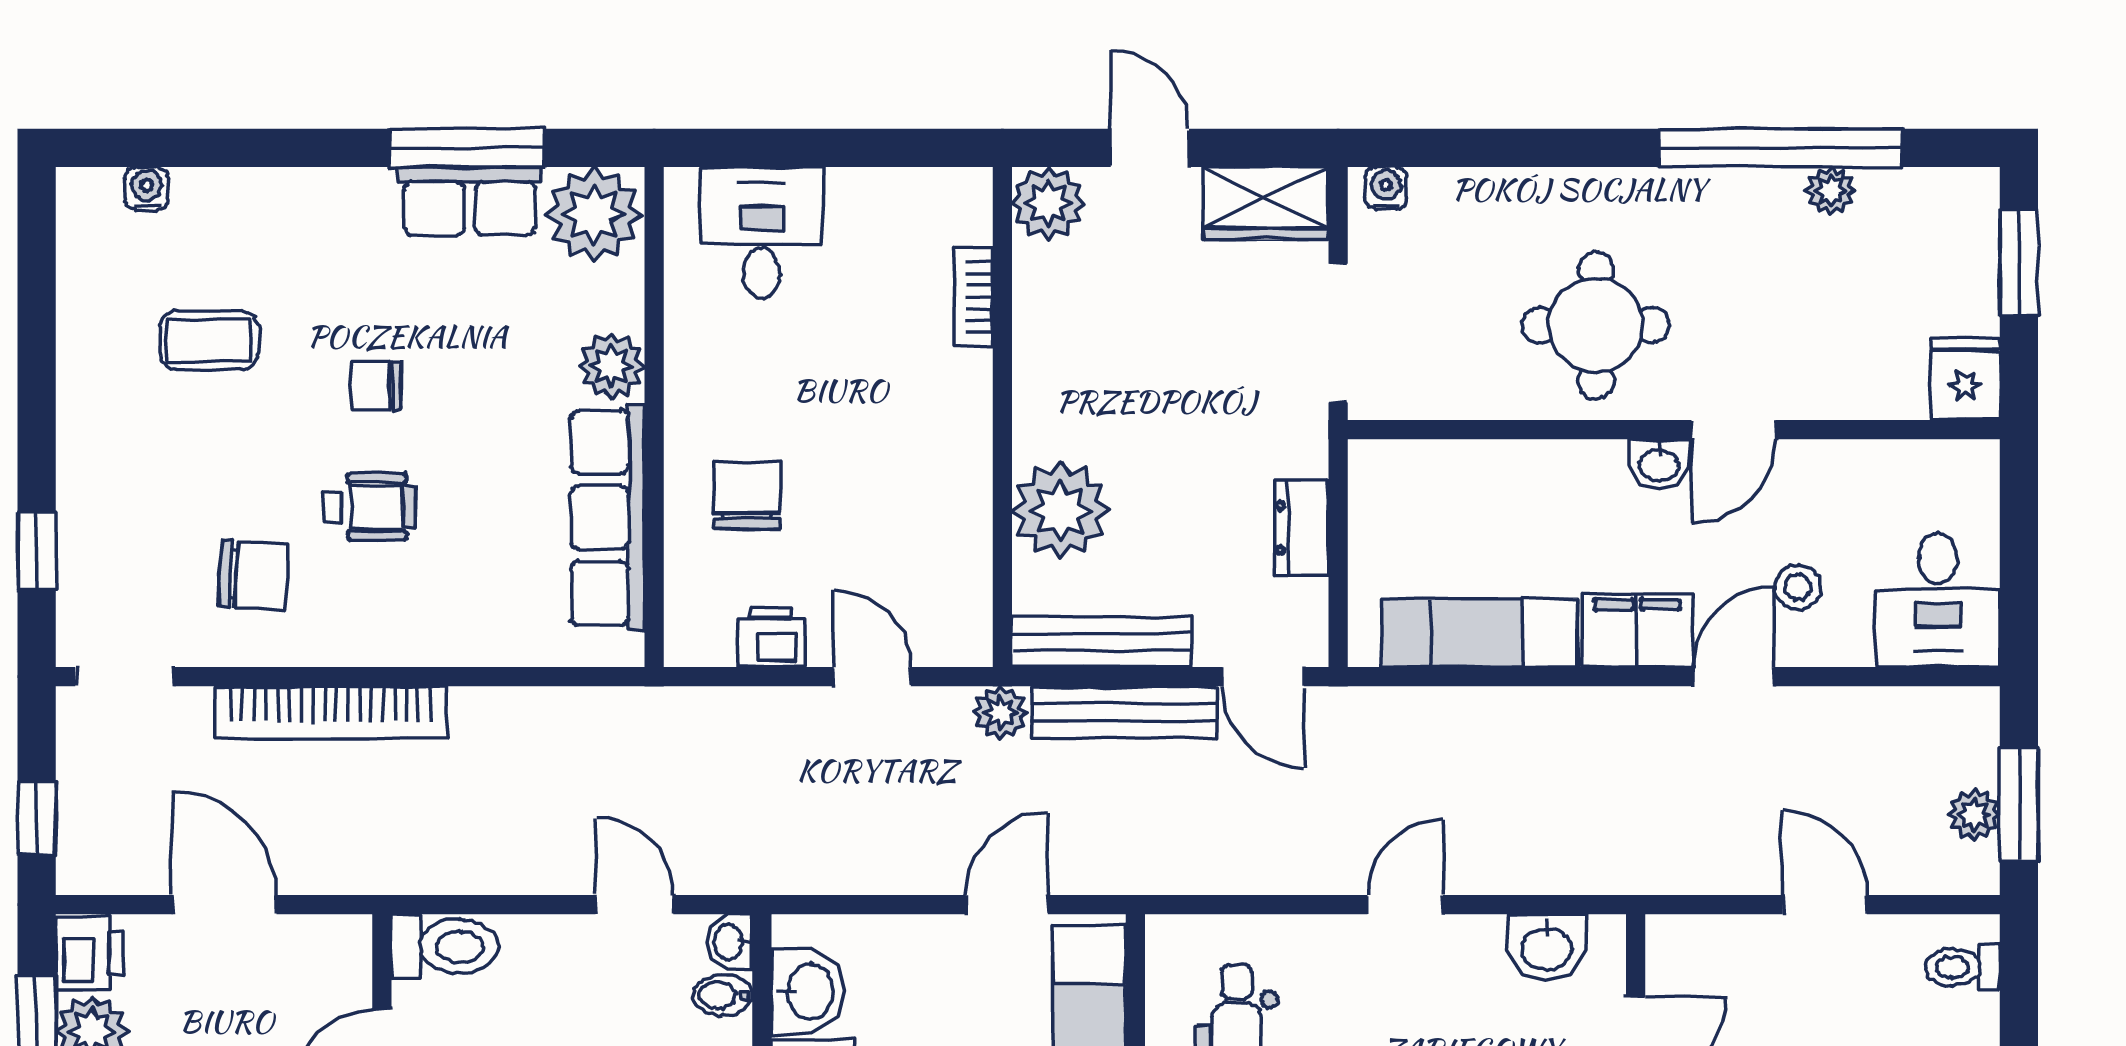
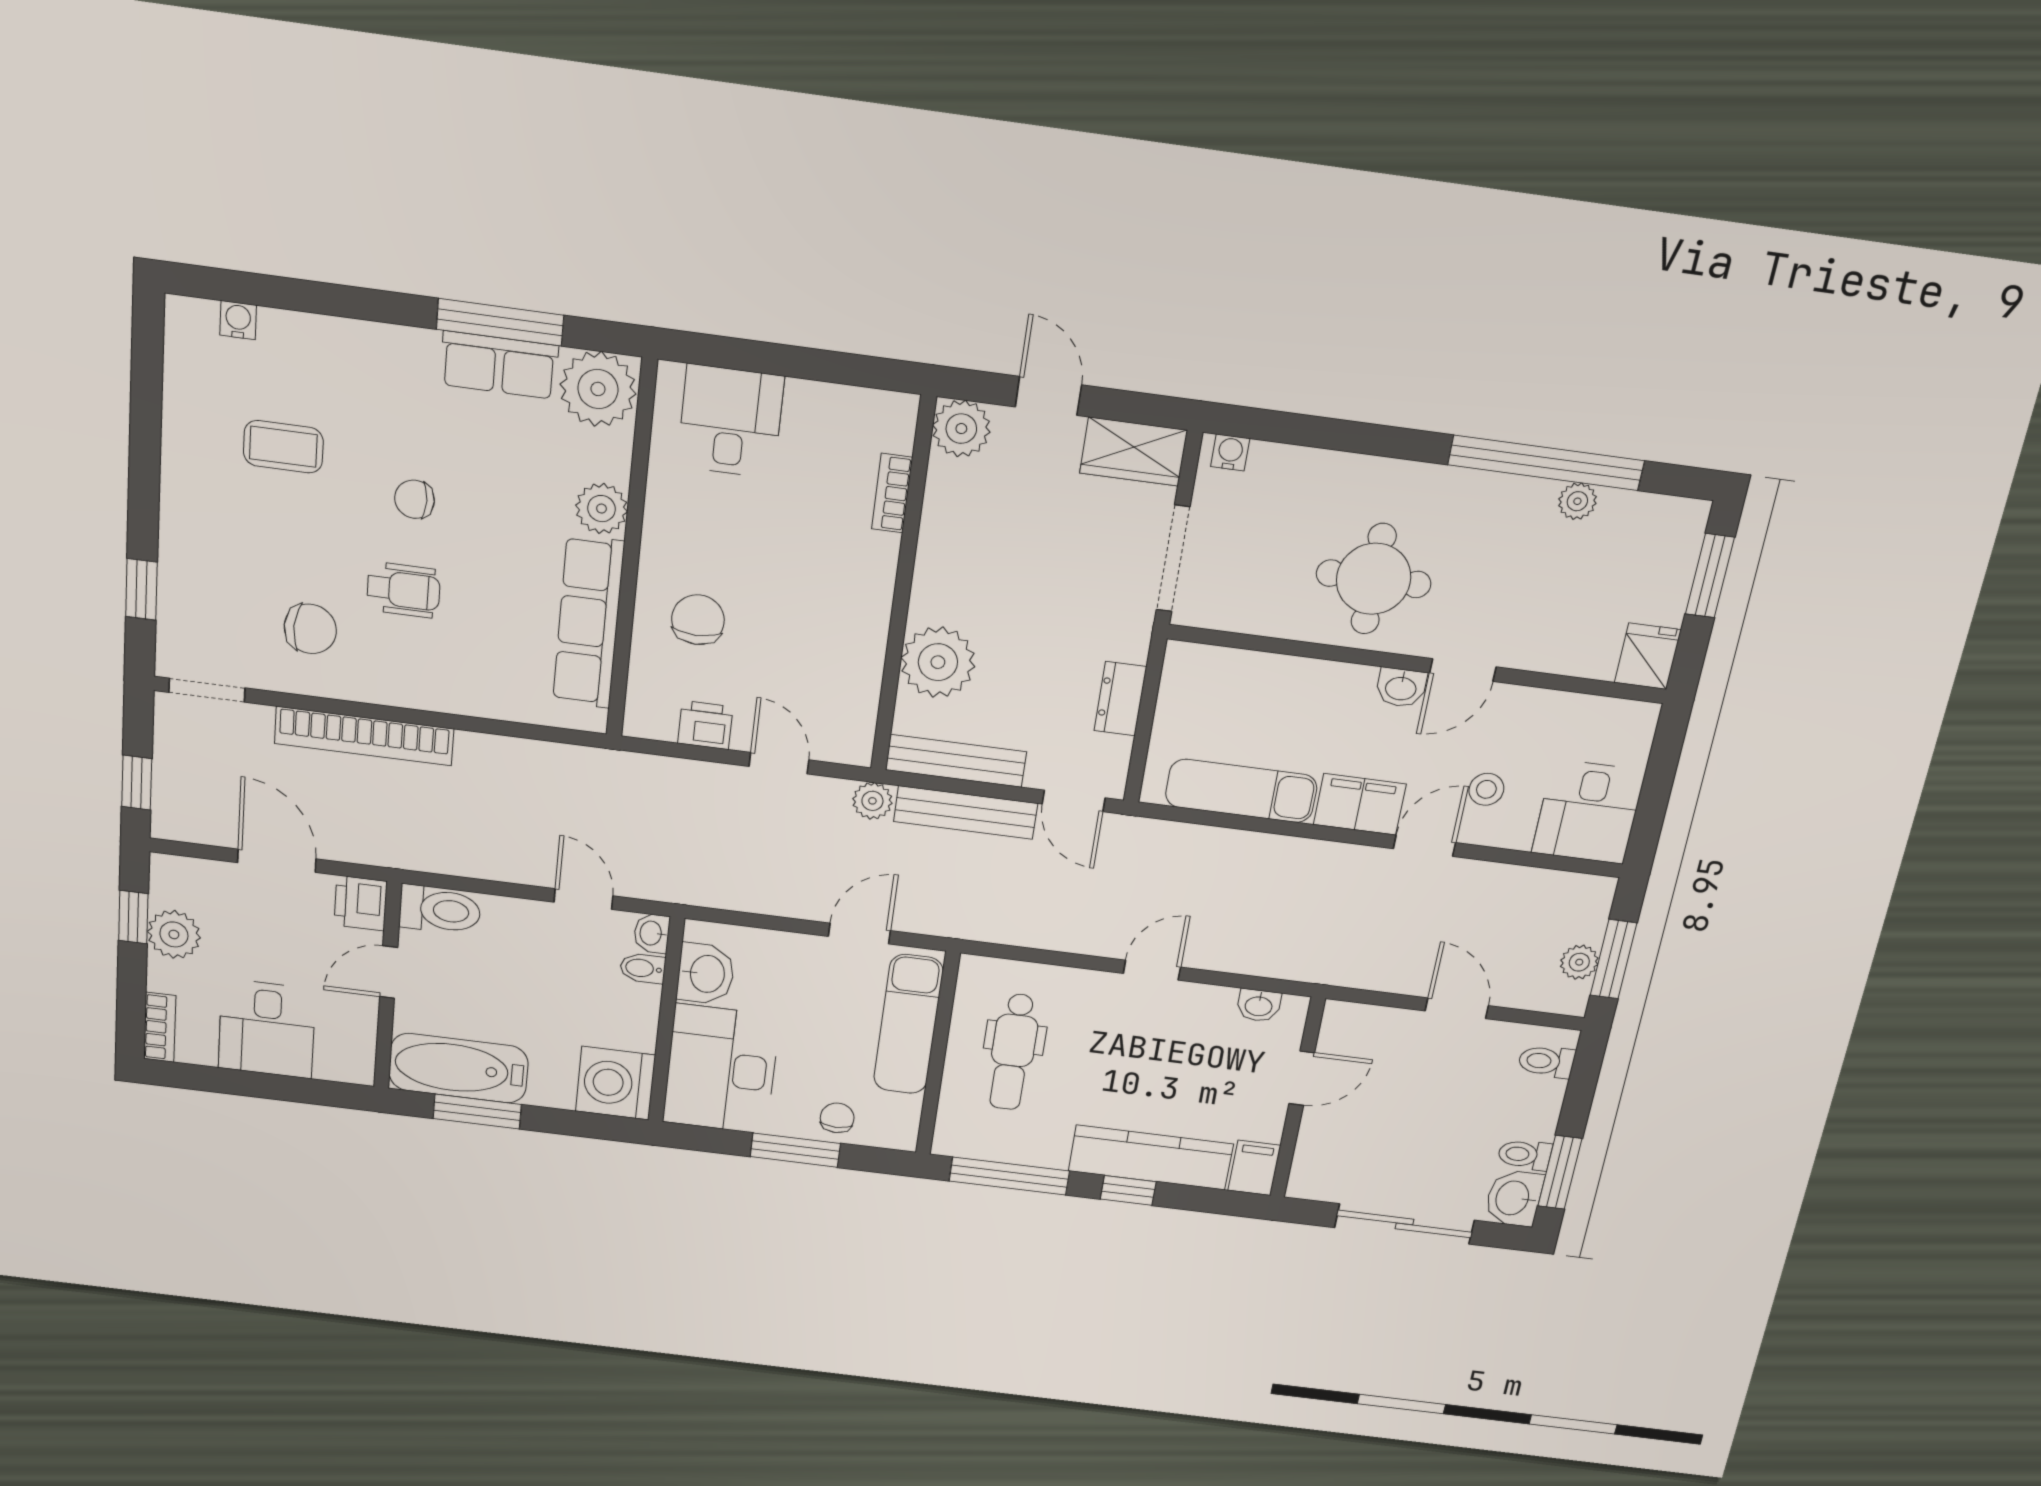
washbasin: (1547, 947) -> (1259, 1005), width x0.72, depth x0.69
printer: (89, 953) -> (361, 903), moved, turned 180

